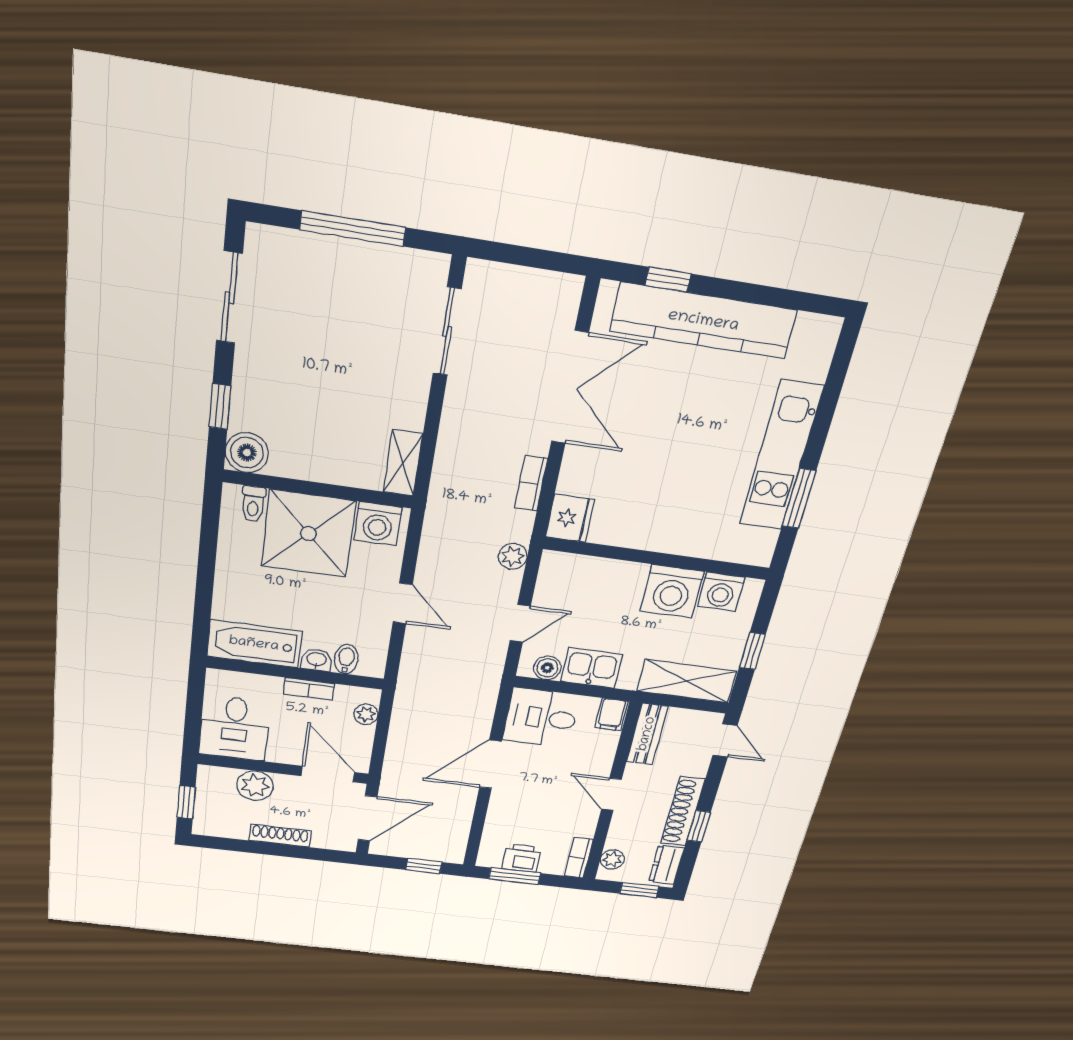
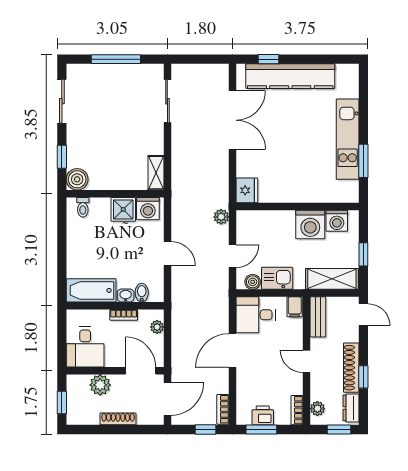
bookcase: (531, 483) -> (223, 409), moved
shower: (308, 534) -> (123, 209), width x0.54, depth x0.54

